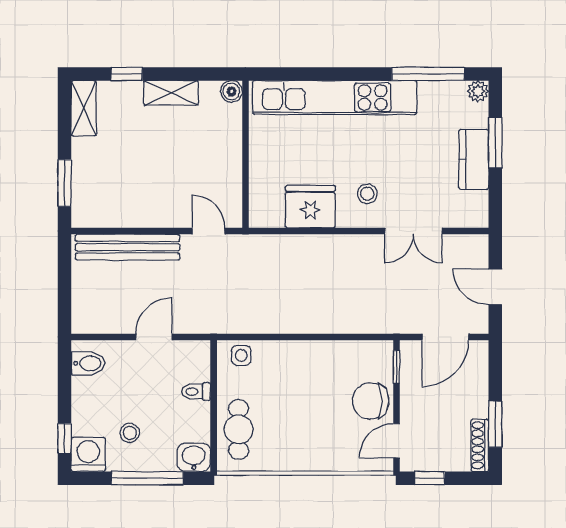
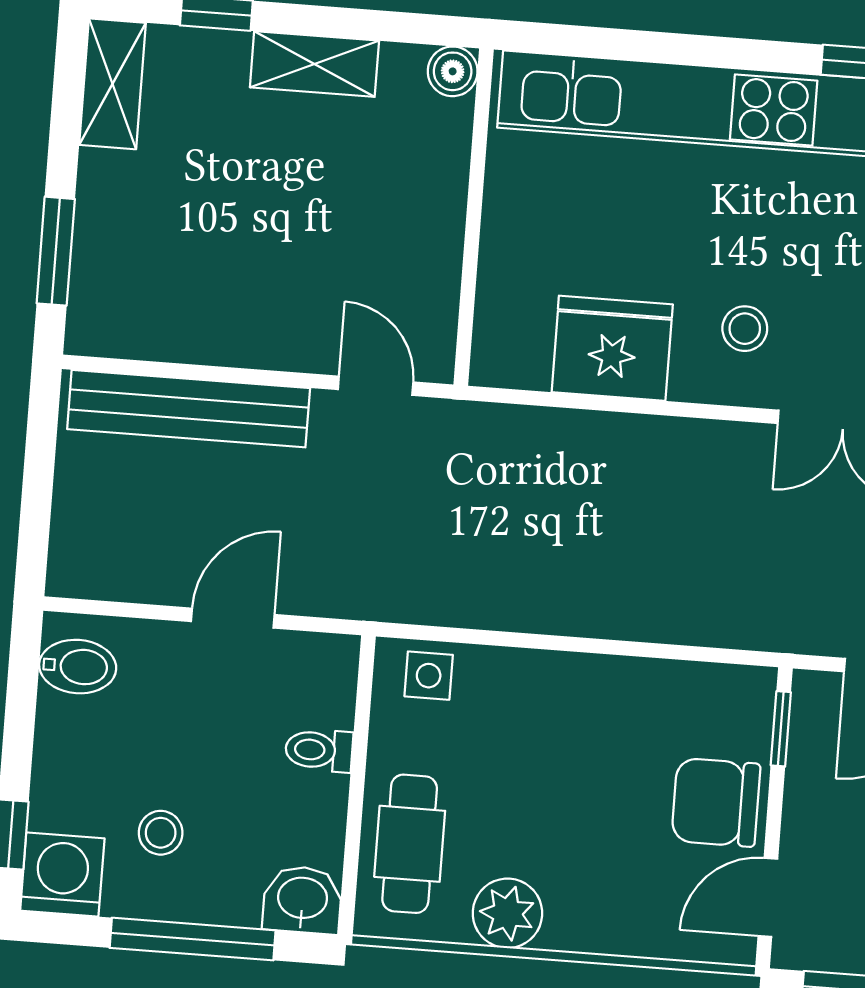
plant: (284, 456) -> (507, 913), added

